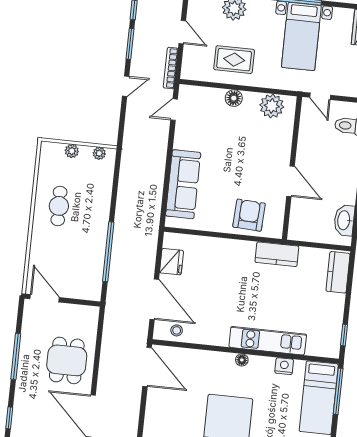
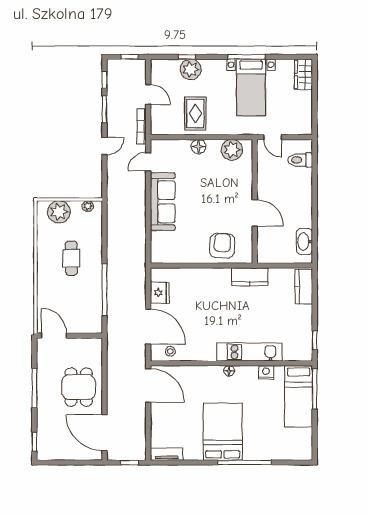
rug: (234, 60) -> (195, 113), turned 90
plant: (72, 151) -> (59, 212), width x1.88, depth x1.88
sofa: (183, 184) -> (163, 202), moved
cafe table: (59, 206) -> (71, 258), moved

